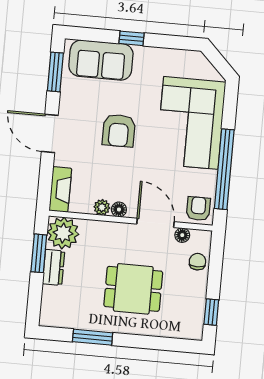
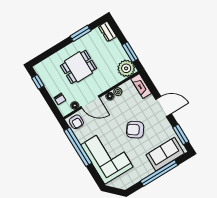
window: (131, 38) -> (159, 173), width x3.17
armchair: (119, 131) -> (135, 130), turned -55
dresser: (54, 267) -> (107, 31), moved

